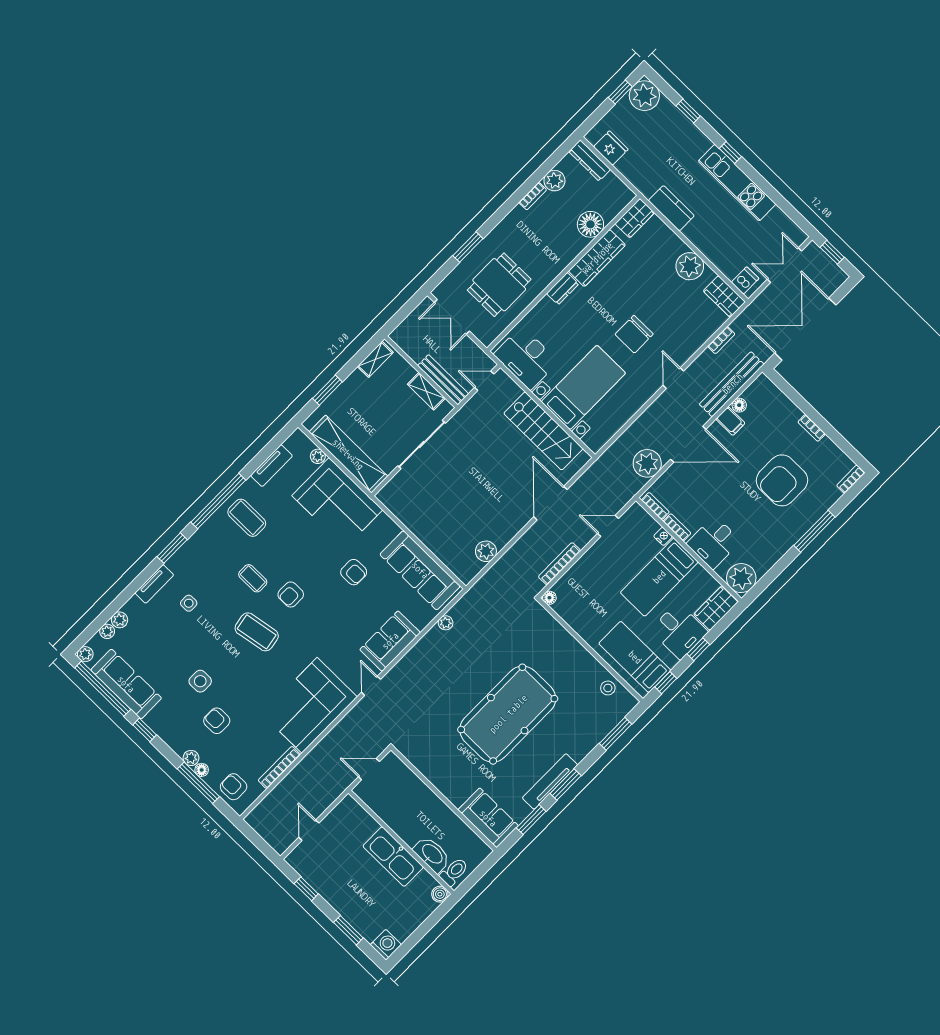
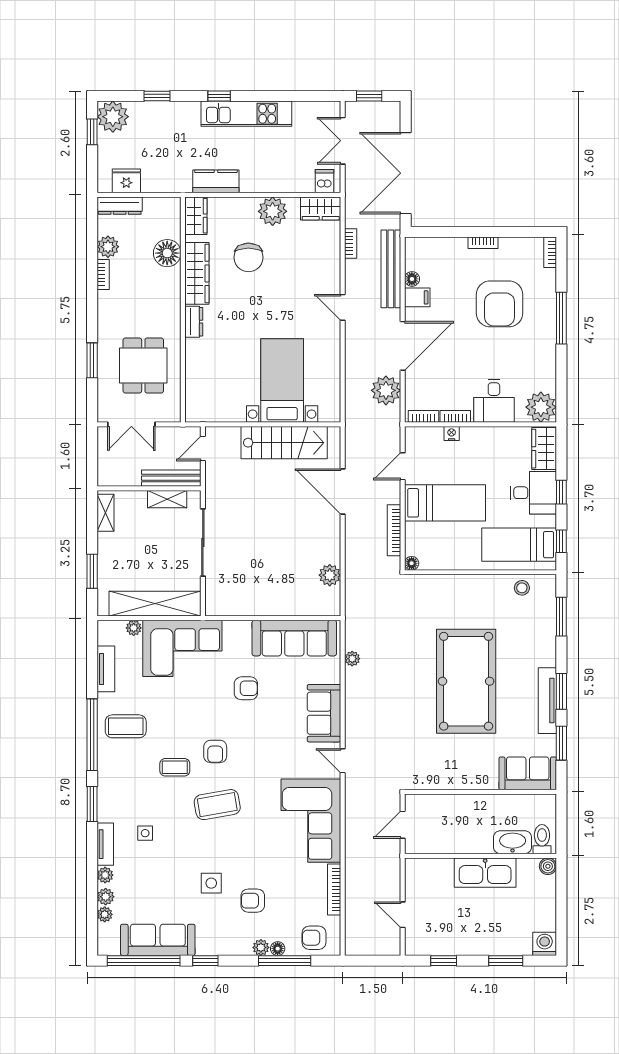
chair: (634, 334) -> (248, 257), moved
desk: (526, 358) -> (217, 401), removed
bed: (659, 577) -> (445, 503), moved, turned -90
plant: (85, 654) -> (105, 875), moved

